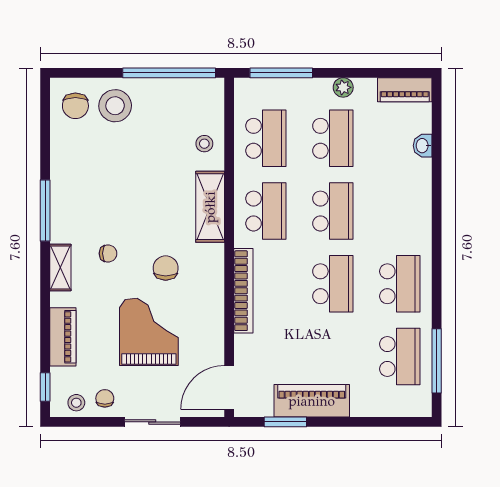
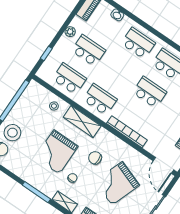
window: (281, 73) -> (46, 53), width x0.46
grand piano: (133, 199) -> (57, 152), added
school desk: (333, 211) -> (138, 43), moved
grand piano: (149, 332) -> (117, 183), turned -70

